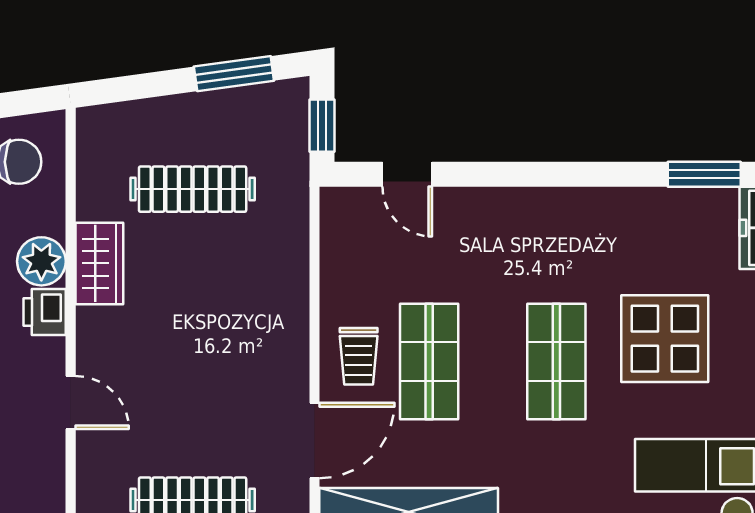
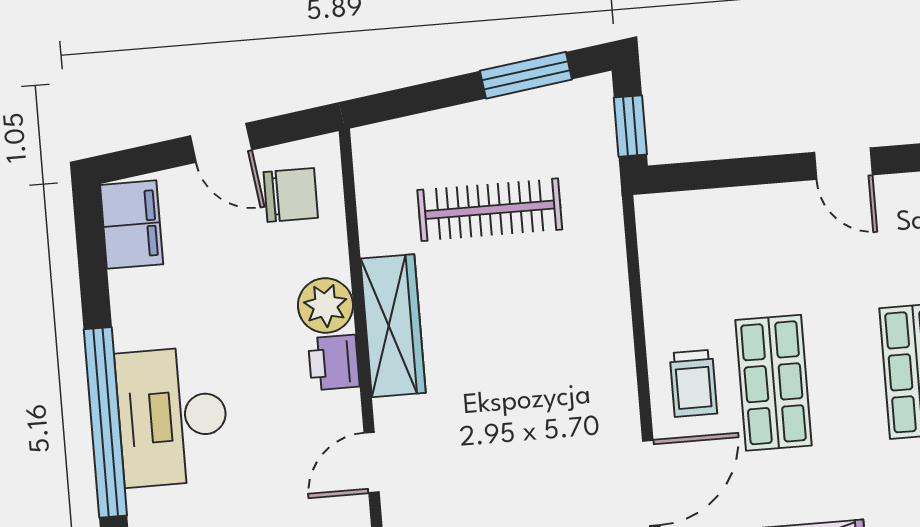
door: (407, 174) -> (843, 164), moved
wardrobe: (99, 263) -> (393, 326), width x1.50
door: (71, 403) -> (372, 463), swing flipped

